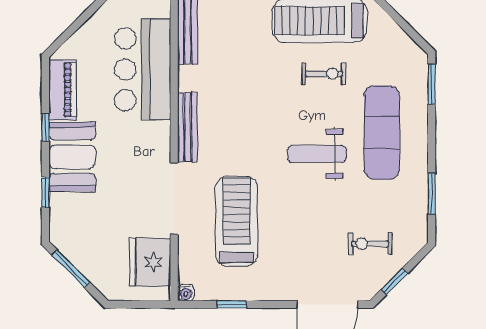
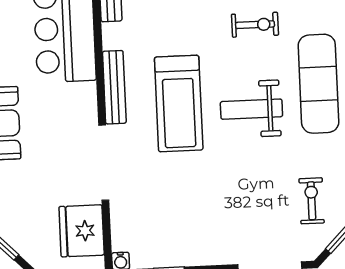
treadmill: (237, 221) -> (179, 104), moved, turned 180
exercise bike: (370, 244) -> (312, 201), turned 90

